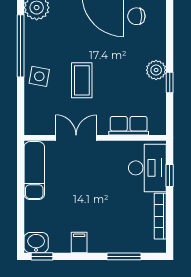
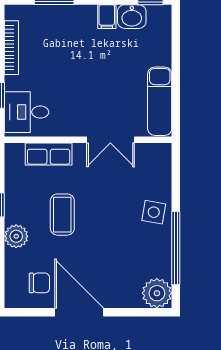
plant: (156, 70) -> (16, 236), moved
coffee table: (82, 80) -> (62, 215), moved
desk: (147, 168) -> (27, 112), width x0.73
washbasin: (36, 243) -> (132, 17), moved

